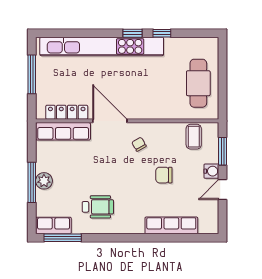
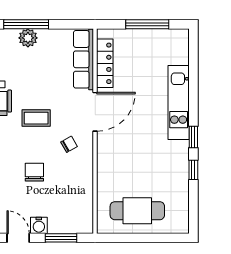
kitchen unit: (102, 46) -> (179, 103), width x0.54
coffee table: (194, 137) -> (36, 118), moved

